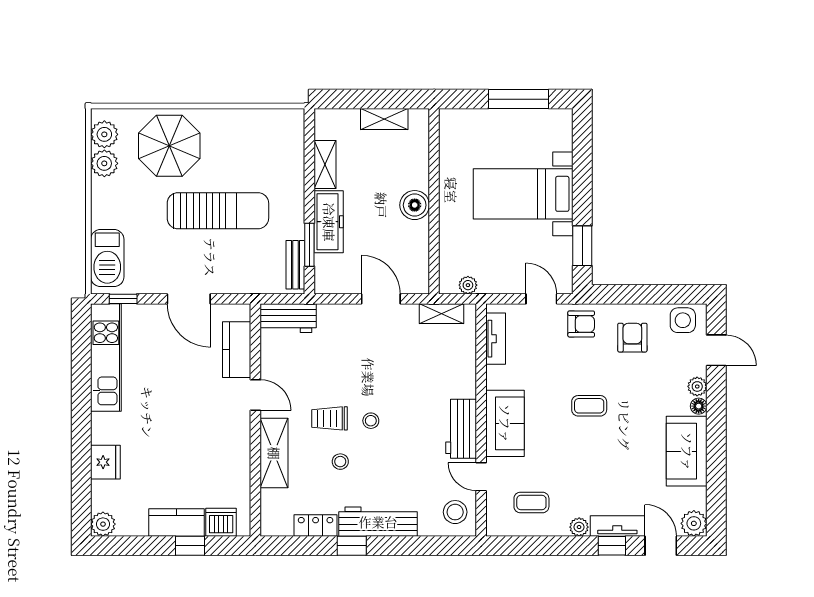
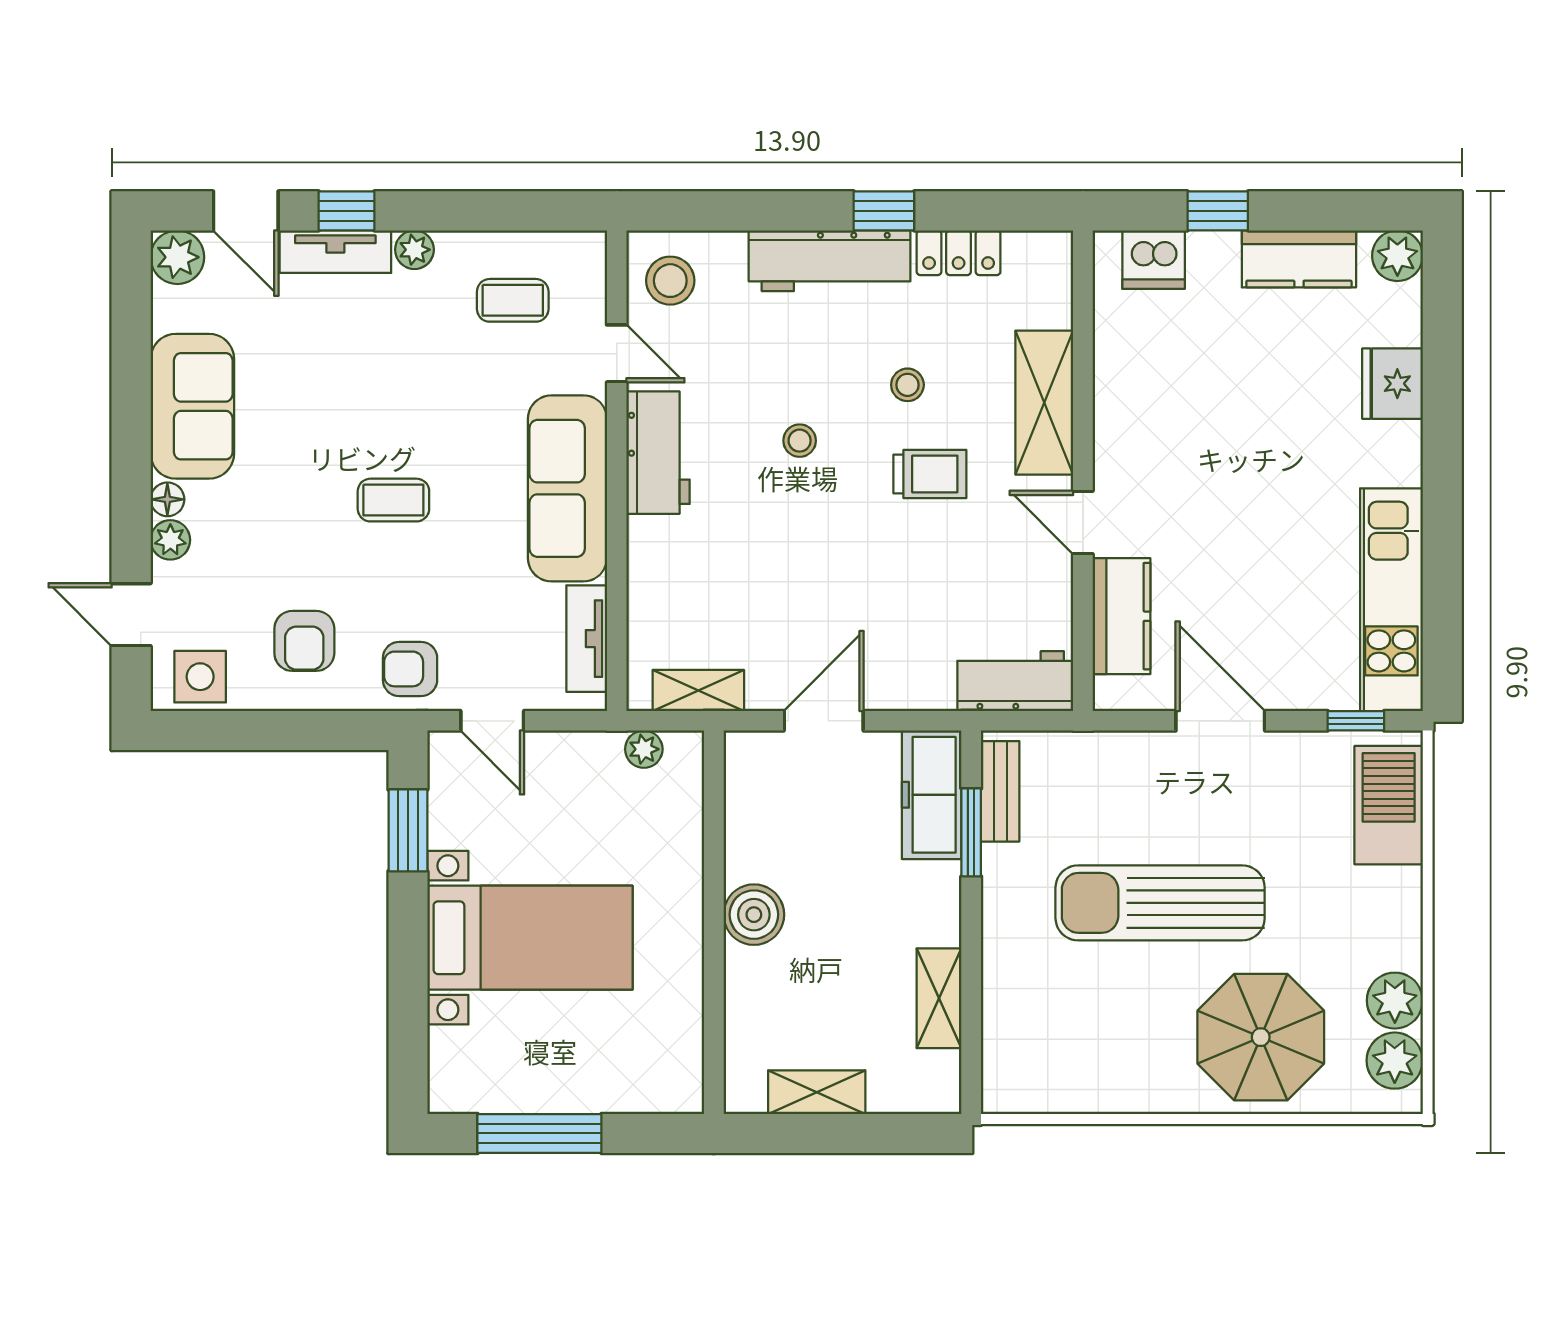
freezer: (329, 222) -> (932, 795), moved
door: (381, 299) -> (824, 721), swing flipped
stool: (371, 421) -> (800, 441), moved
sofa: (505, 423) -> (567, 488), width x1.36
kitchen counter: (176, 523) -> (1299, 259), moved

